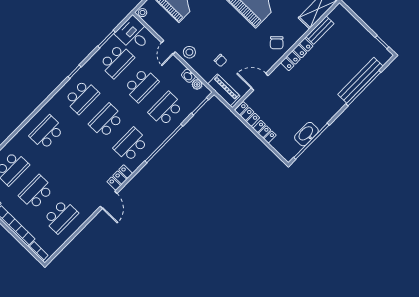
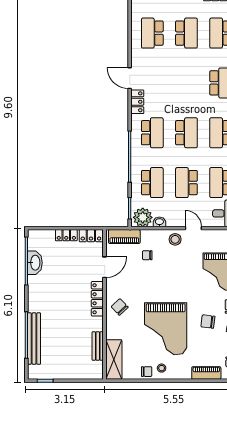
locker: (297, 54) -> (97, 299), moved
plant: (197, 84) -> (143, 217), width x1.87, depth x1.87

